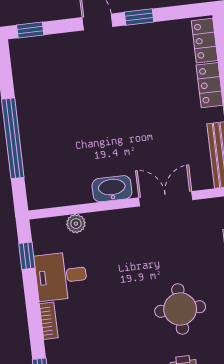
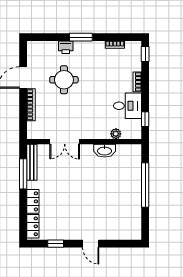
window: (139, 17) -> (56, 244), moved
window: (30, 30) -> (128, 244), removed
washbasin: (112, 189) -> (105, 151), moved

